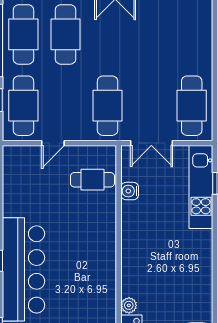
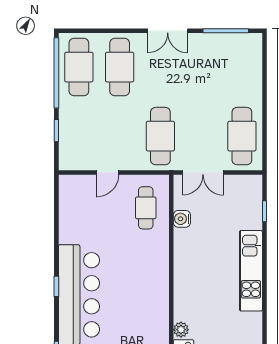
cafe table: (23, 106) -> (79, 136), removed
cafe table: (92, 180) -> (146, 208), turned 90
kitchen unit: (201, 187) -> (251, 271), moved

